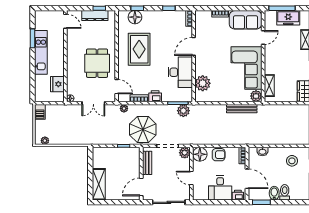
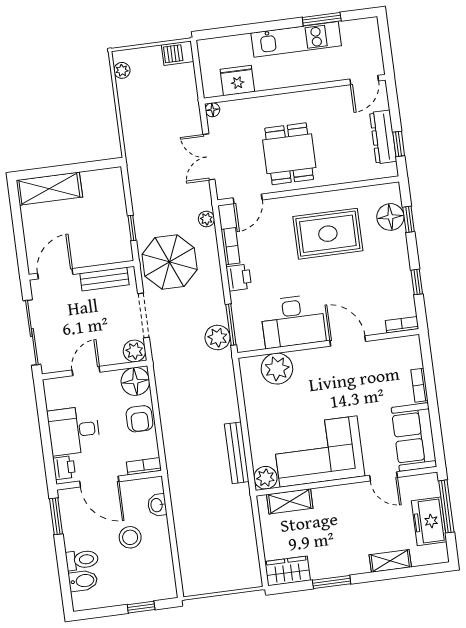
dining table: (97, 63) -> (289, 154), turned 90
stool: (292, 161) -> (130, 537), moved
door: (247, 179) -> (99, 481), hinge flipped
door: (141, 187) -> (55, 274), hinge flipped
bidet: (274, 193) -> (83, 581), moved

